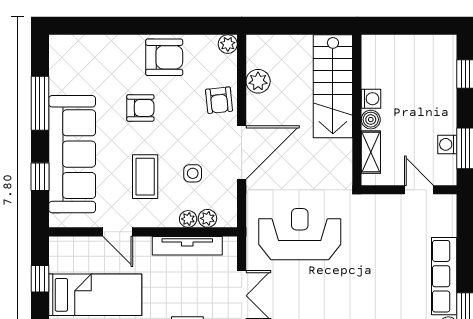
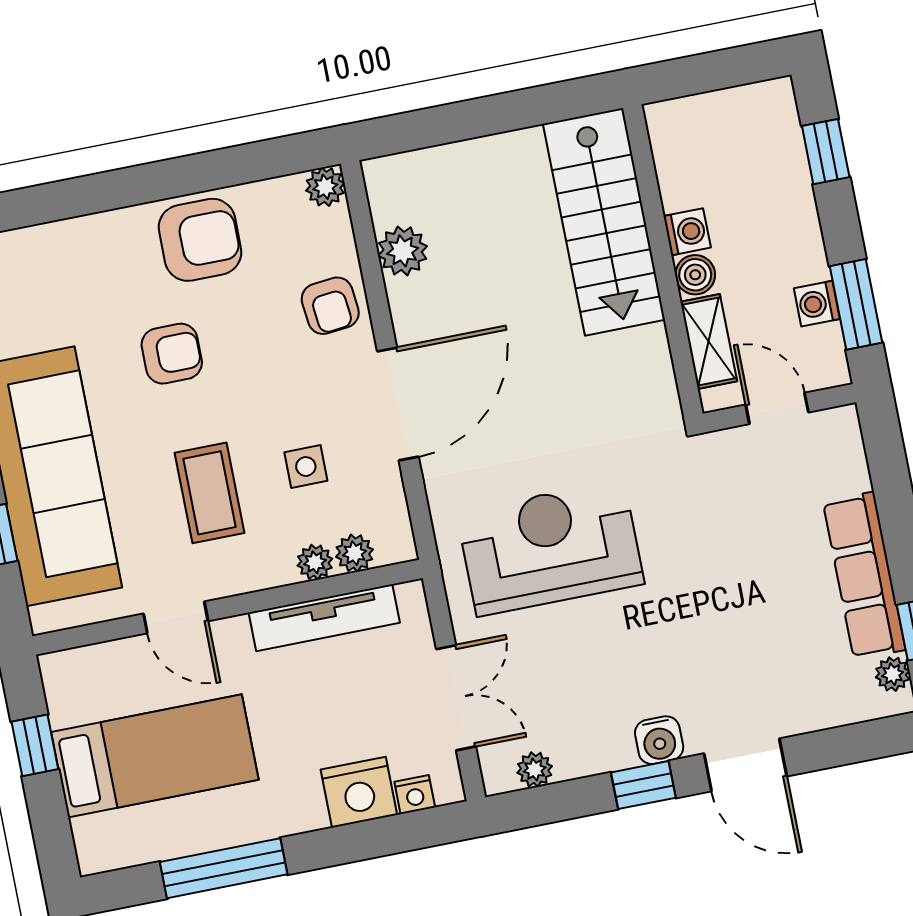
stairs: (333, 86) -> (604, 222), moved
washing machine: (371, 99) -> (687, 232), moved
wall: (357, 110) -> (663, 261), moved
boiler: (371, 120) -> (695, 275), moved
shelving: (371, 152) -> (709, 341), moved

